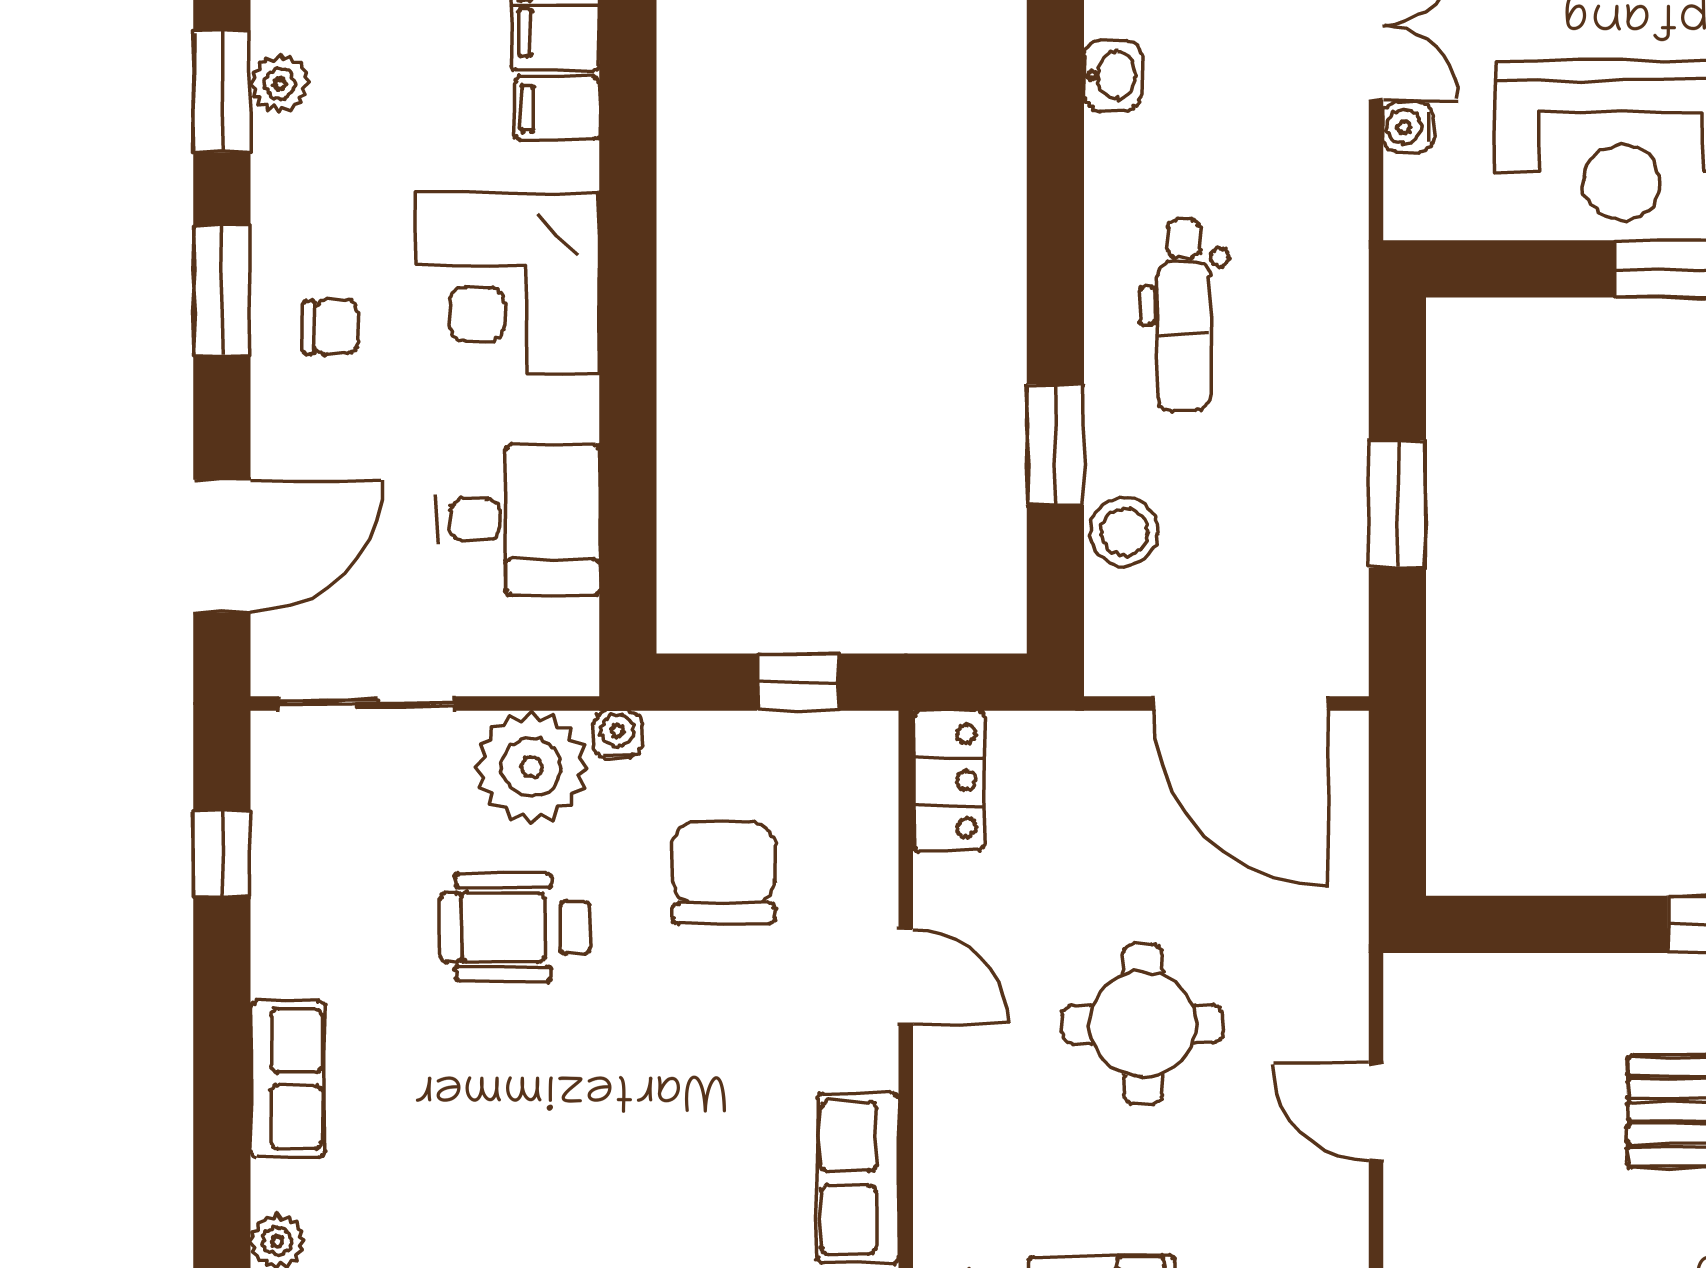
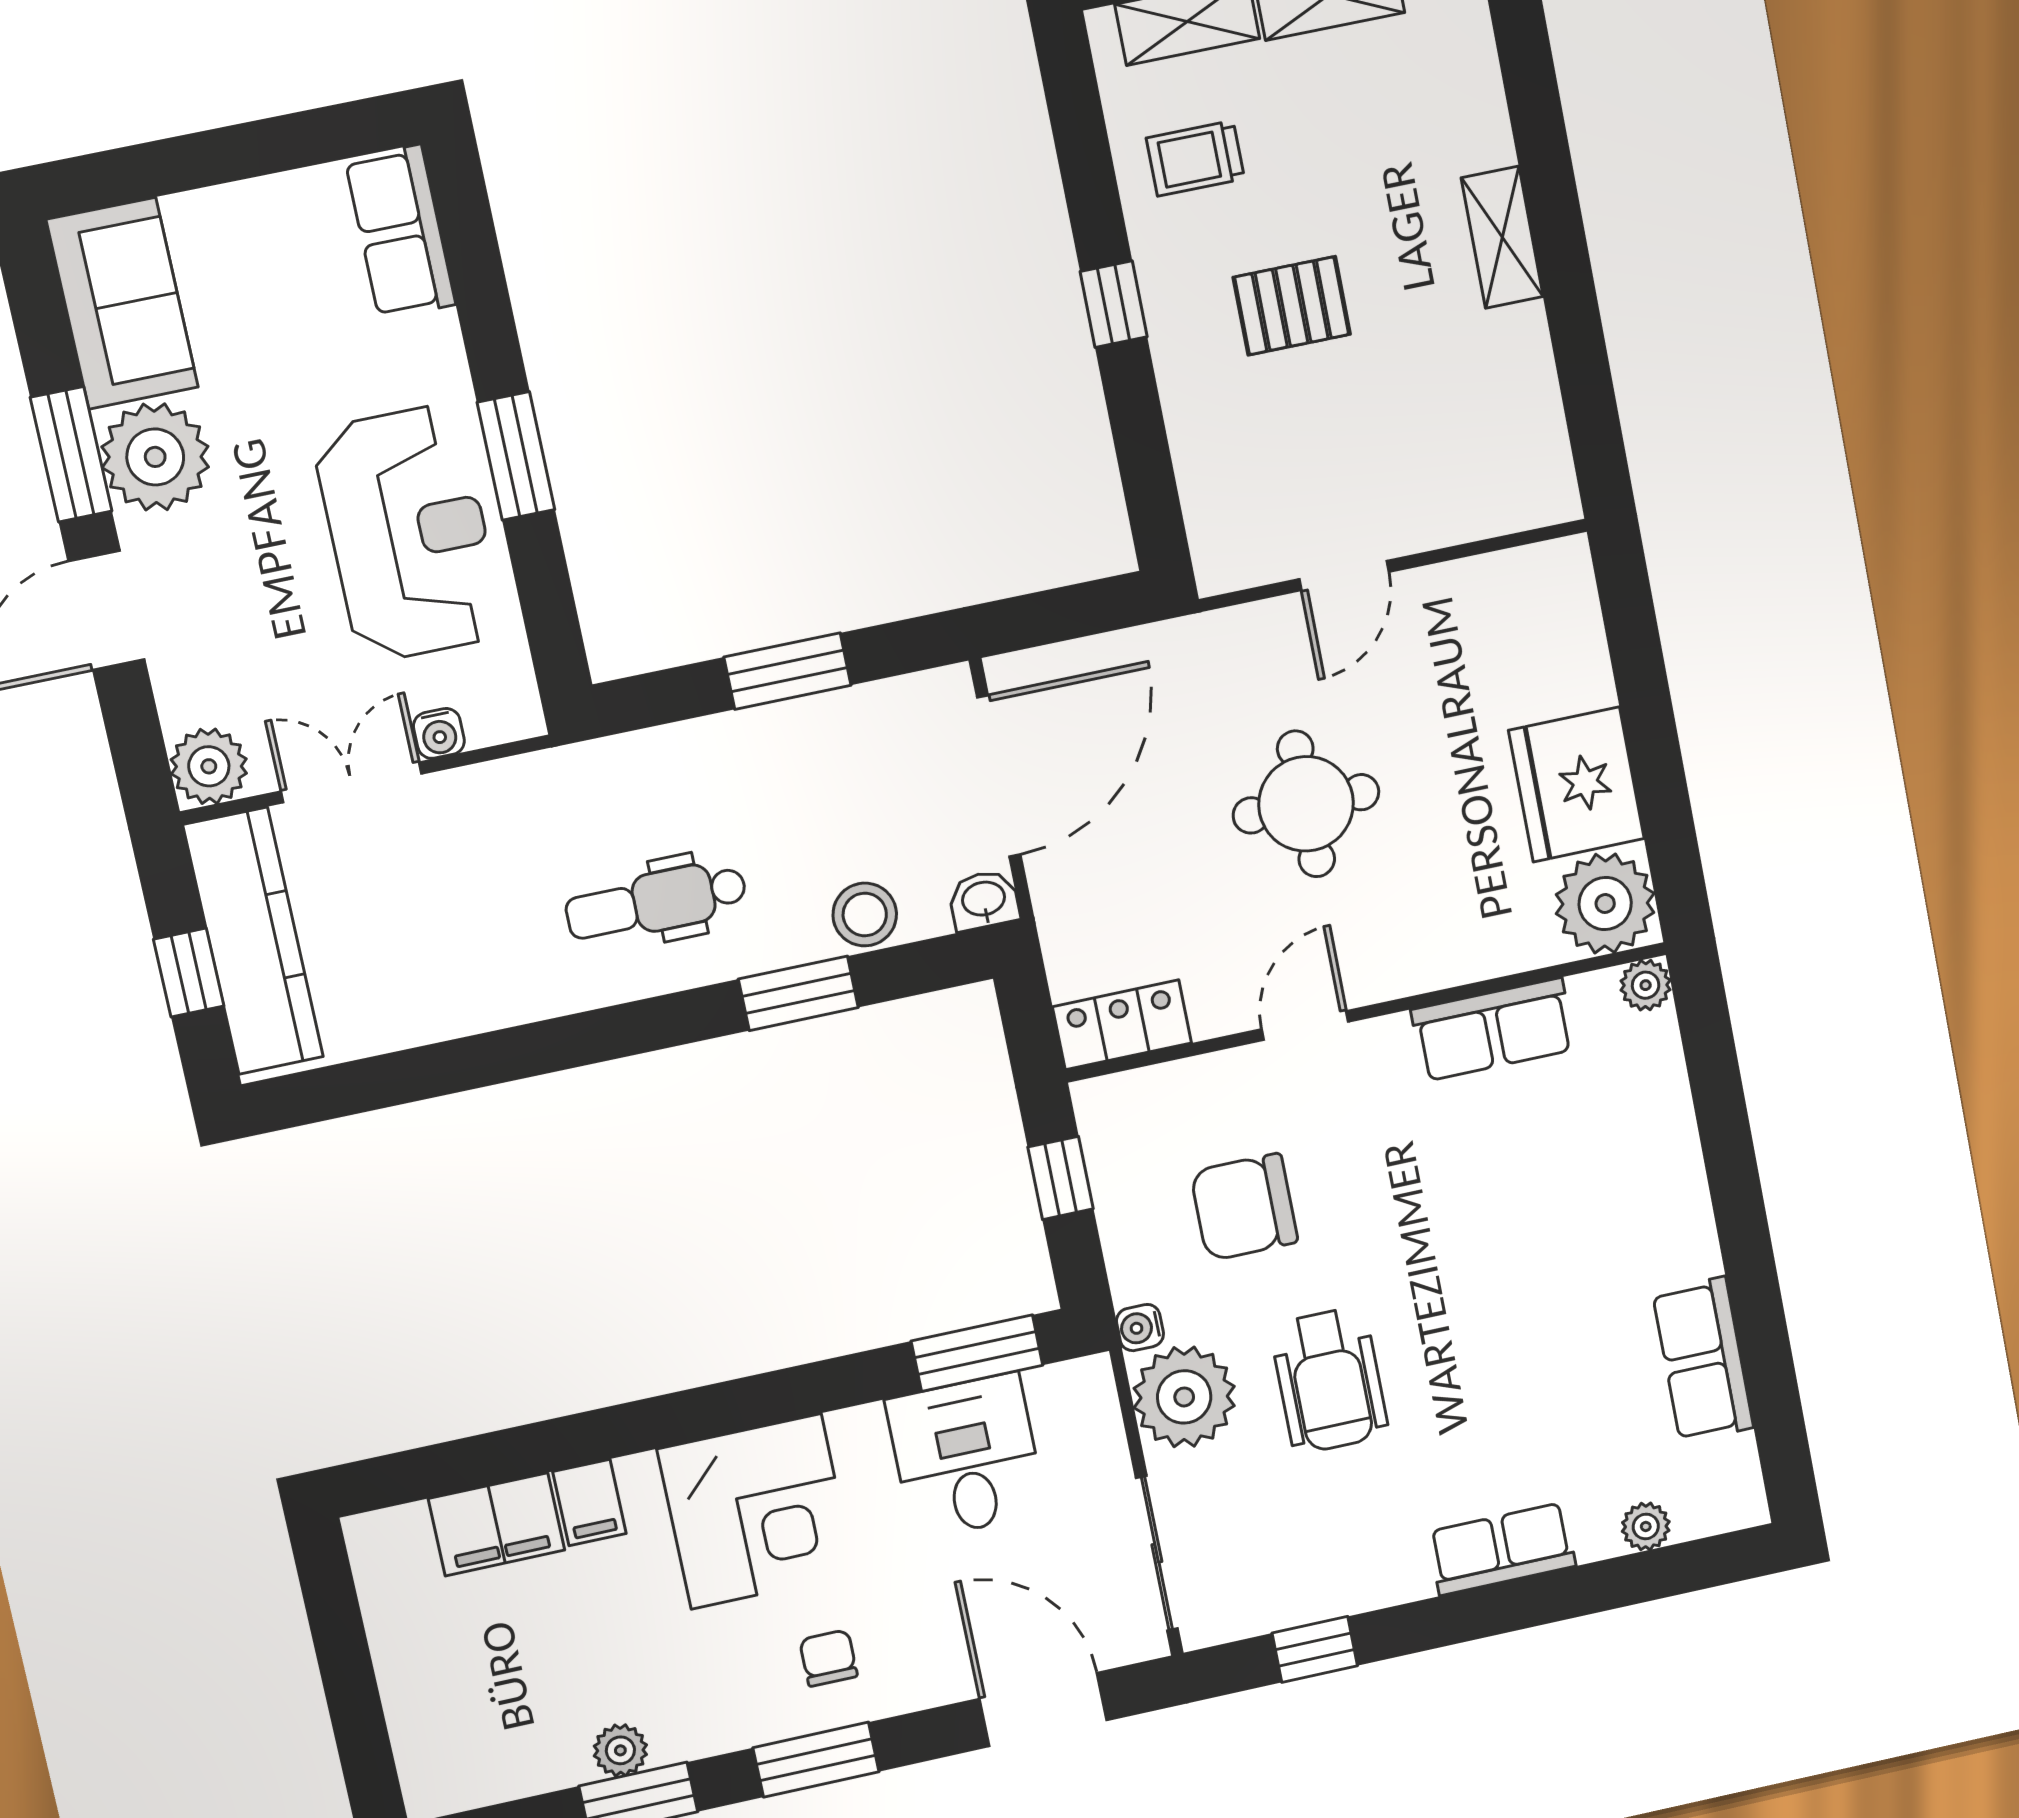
washbasin: (1113, 75) -> (984, 900), moved
dental chair: (1184, 315) -> (656, 902), turned 180
window: (628, 554) -> (977, 1353), added

